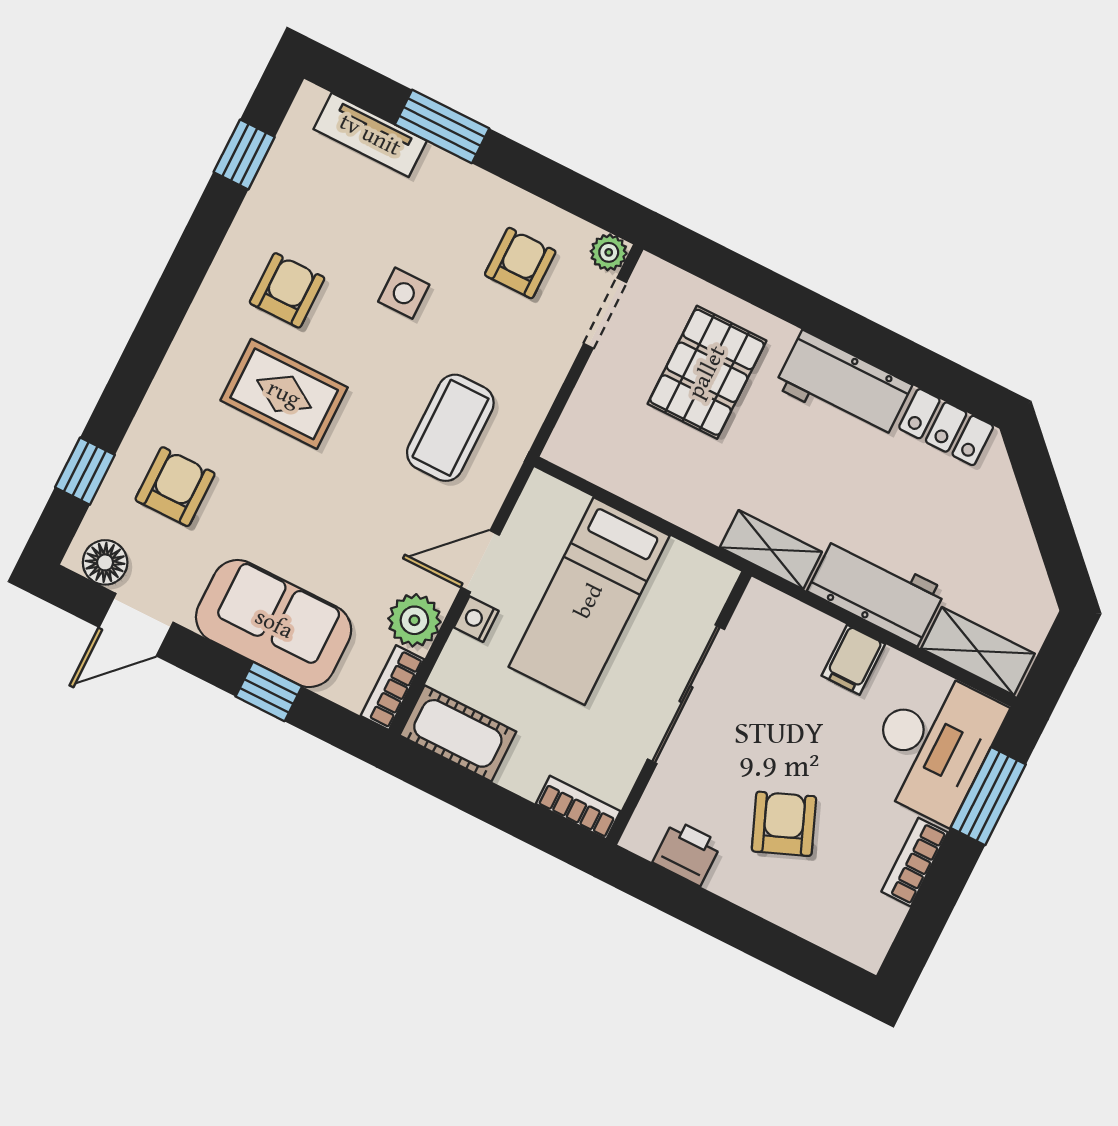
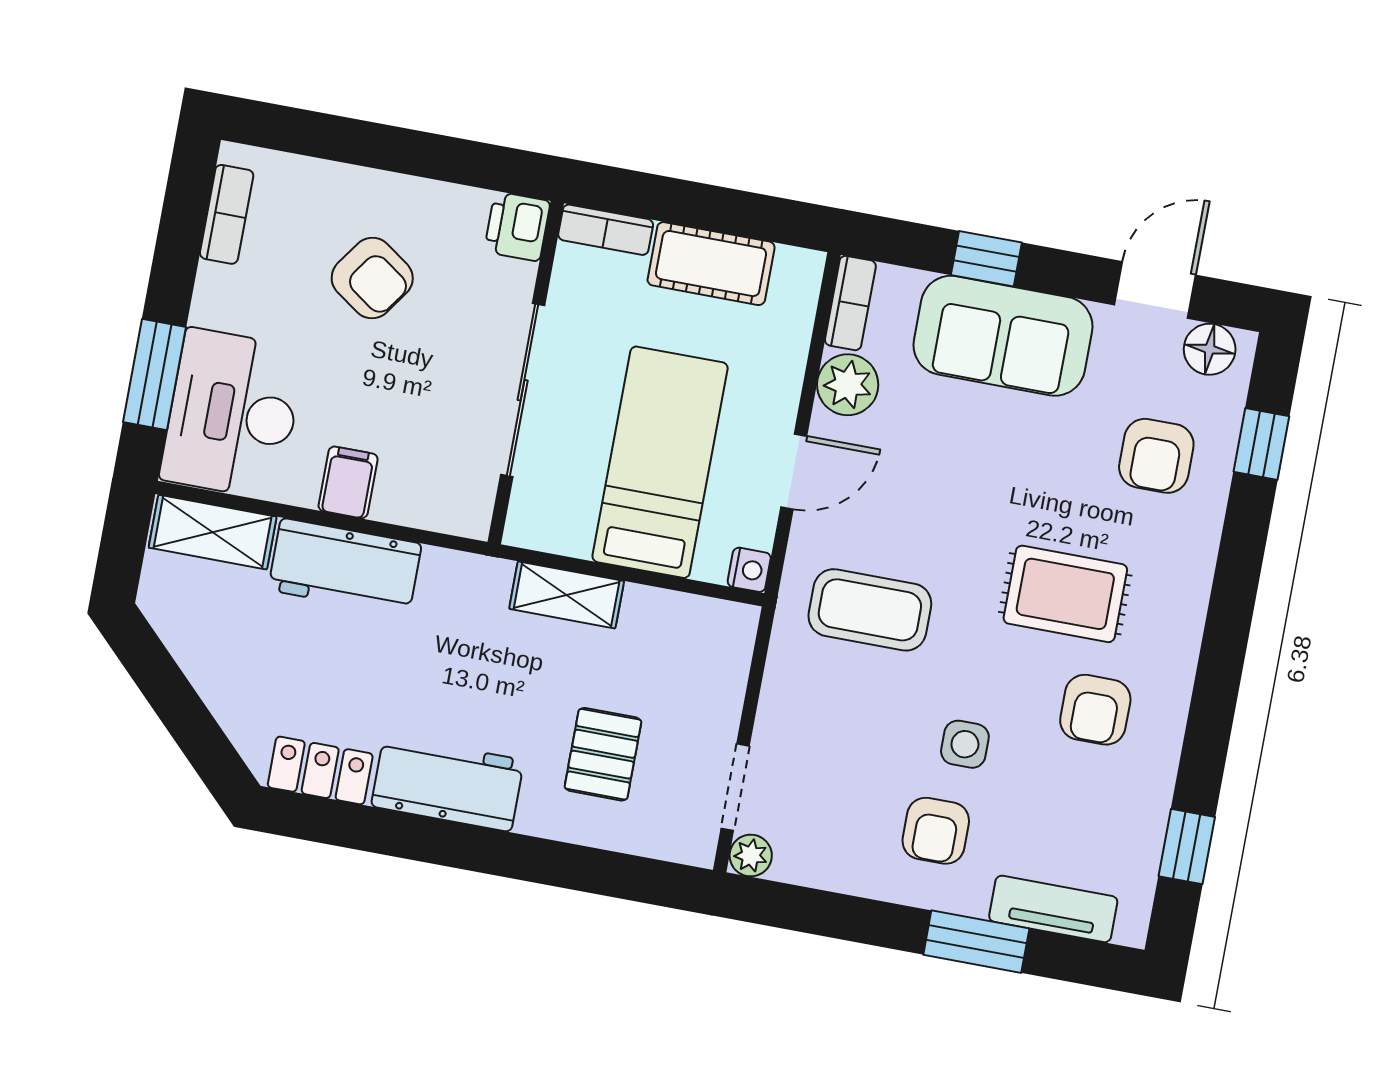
armchair: (520, 263) -> (936, 831), moved
pallet: (707, 372) -> (603, 754), width x0.67, depth x0.71
coffee table: (450, 428) -> (870, 610), turned 90
shelving: (771, 550) -> (567, 595), moved
nightstand: (476, 619) -> (749, 570), moved
cot: (458, 733) -> (711, 264), moved
armchair: (784, 824) -> (372, 278), turned -33
printer: (687, 853) -> (517, 226), moved, turned 90
bookcase: (915, 862) -> (227, 214), moved

